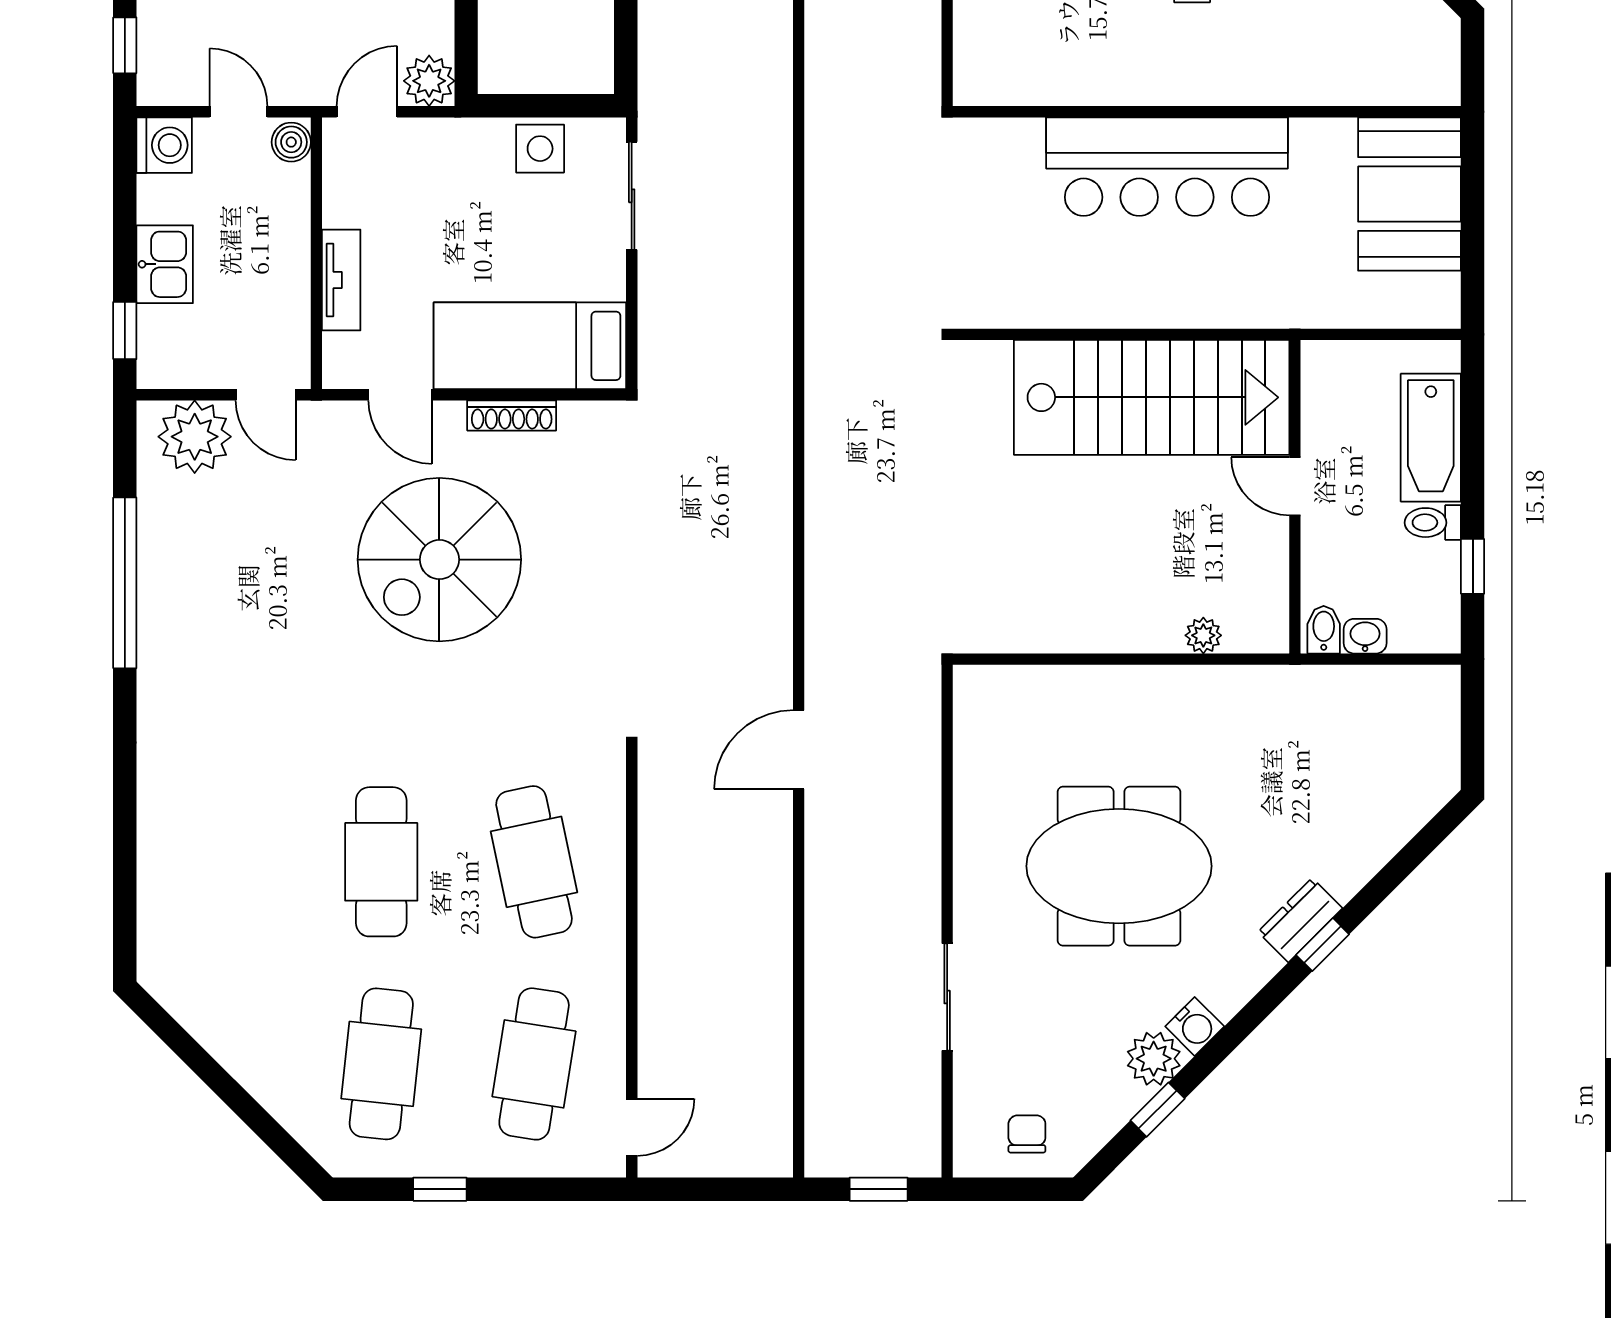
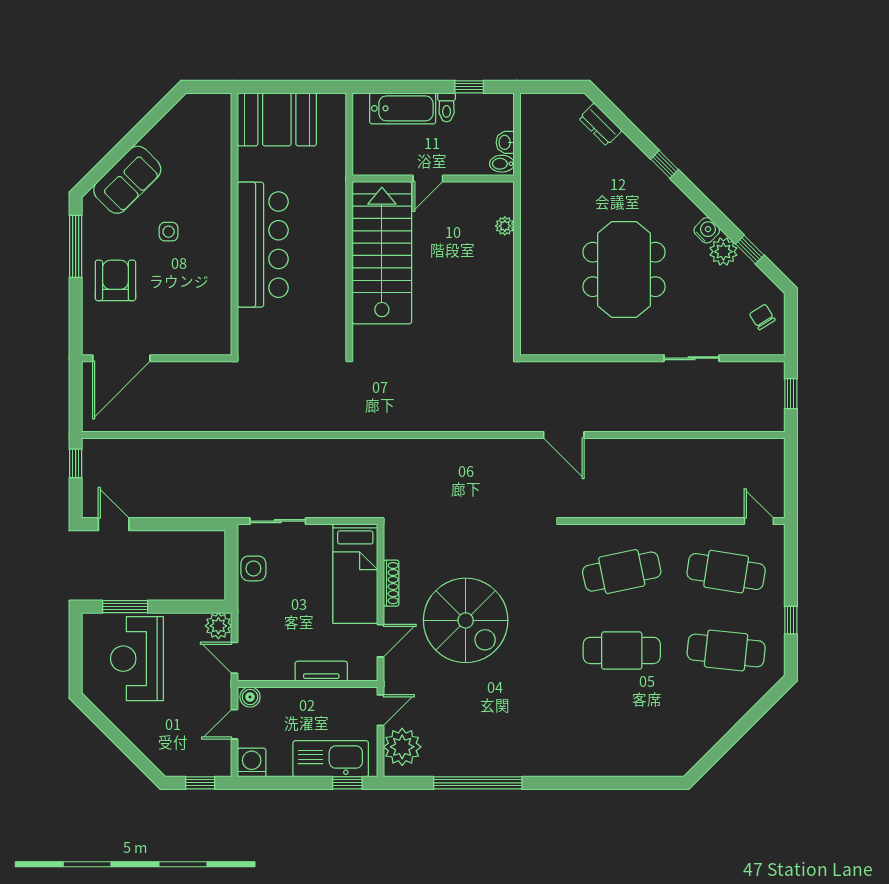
kitchen sink: (165, 264) -> (331, 759), width x1.88, depth x1.24
dresser: (1300, 920) -> (600, 124), moved
chair: (1027, 1134) -> (762, 317), turned 58

